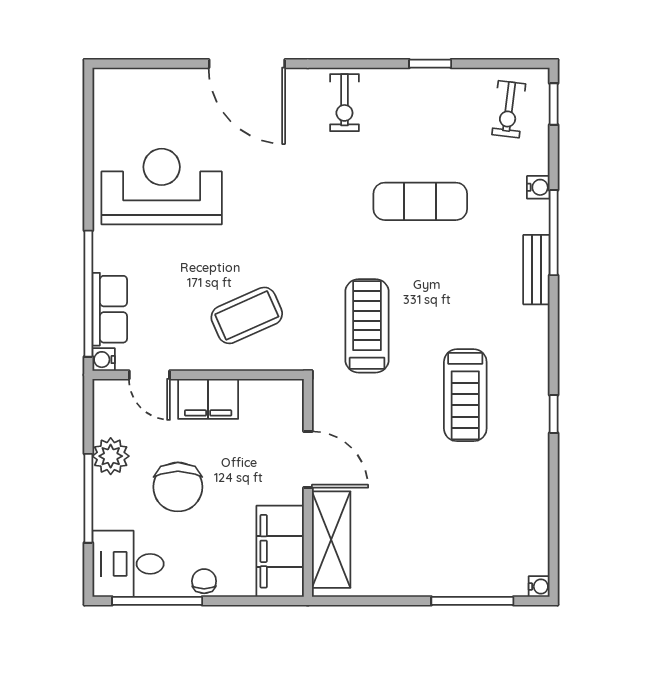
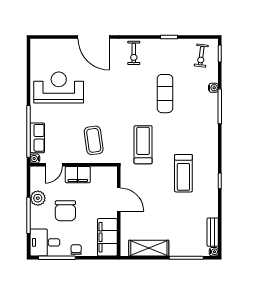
exercise mat: (420, 201) -> (165, 94), turned 90
bench: (536, 270) -> (213, 232), moved
coffee table: (247, 315) -> (94, 140), turned -74
door: (149, 375) -> (54, 165), hinge flipped
shelving: (331, 540) -> (149, 248), moved, turned 90

